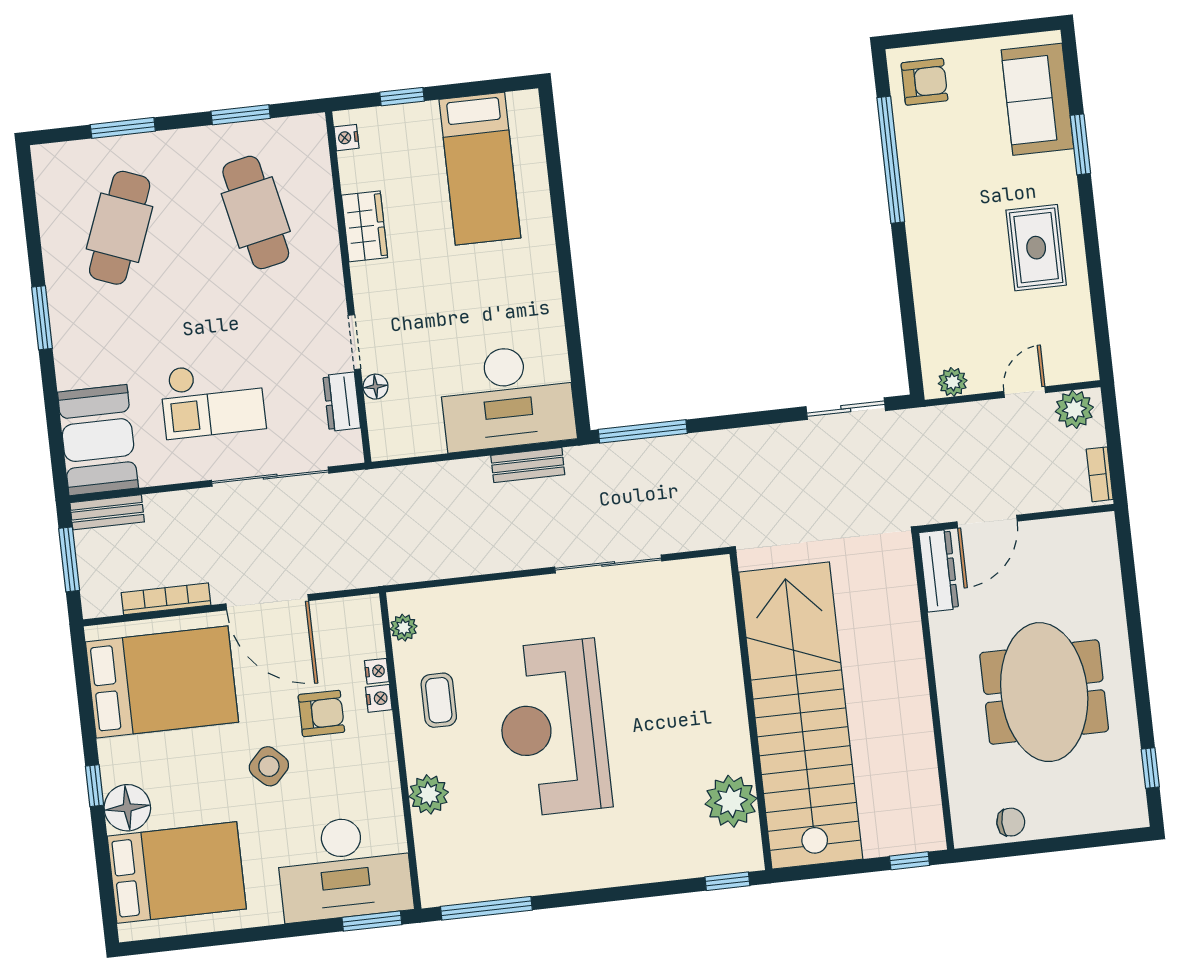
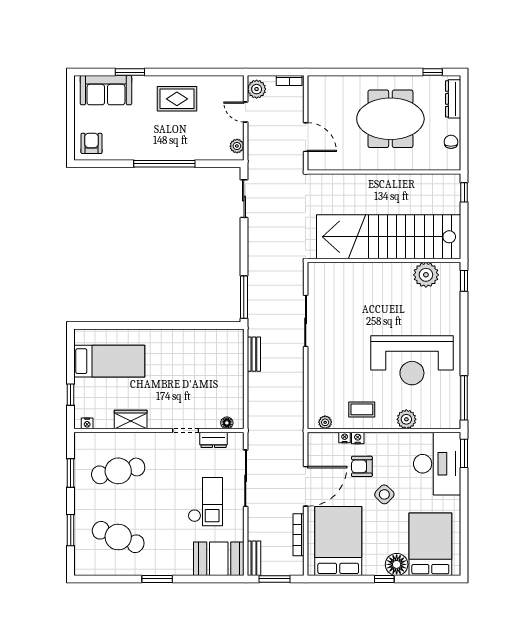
window: (891, 160) -> (164, 164), moved
floor lamp: (375, 387) -> (227, 423), moved
desk: (507, 397) -> (220, 360), removed
dresser: (939, 571) -> (453, 99), moved, turned -90
armchair: (321, 713) -> (362, 466), turned -90
reception desk: (553, 728) -> (412, 360), moved

